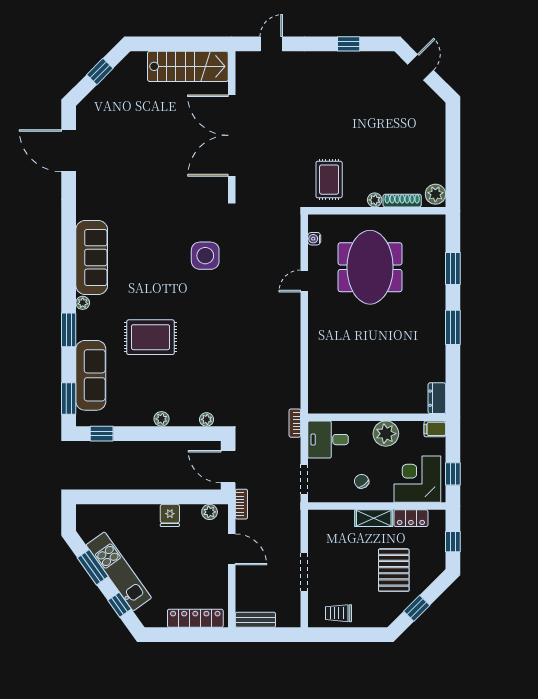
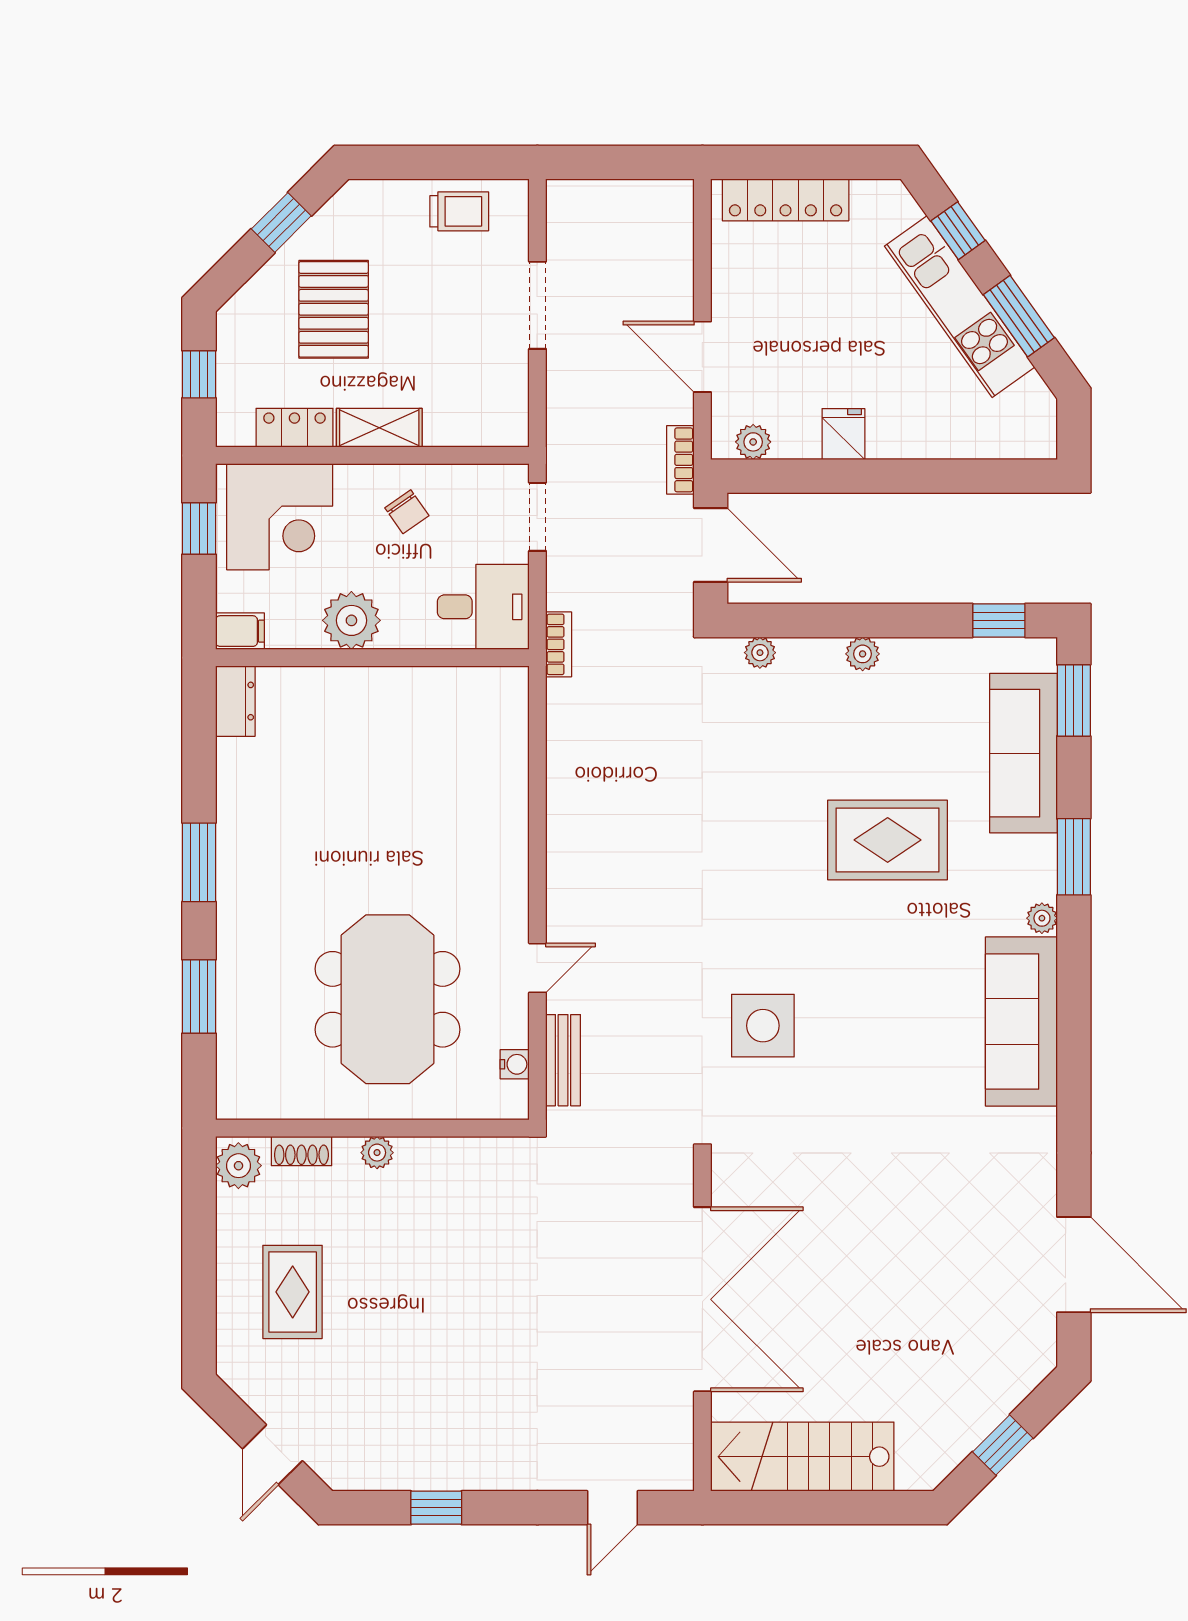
rug: (329, 180) -> (293, 1292), moved
shoe rack: (402, 201) -> (301, 1151), width x0.70
bench: (255, 620) -> (563, 1060), moved, turned 90

